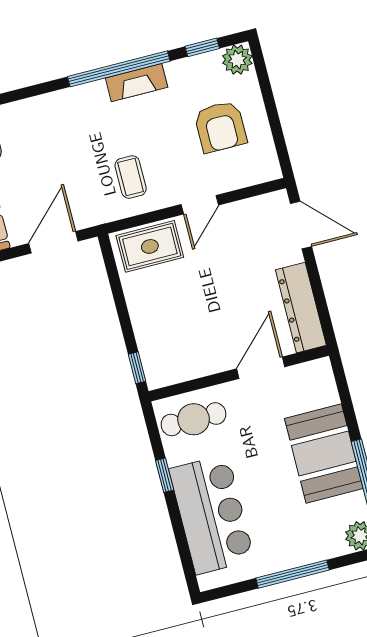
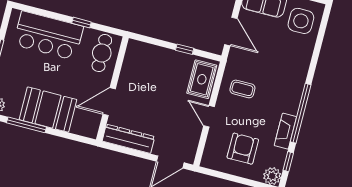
fireplace: (137, 83) -> (285, 131), moved
armchair: (220, 127) -> (243, 149), turned 90
window: (137, 368) -> (185, 49), moved
door: (261, 368) -> (109, 102), swing flipped

